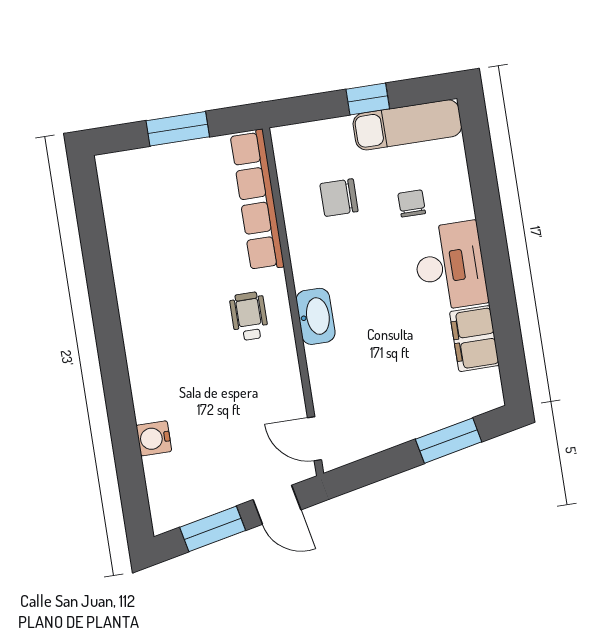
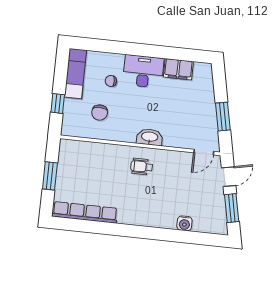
window: (368, 99) -> (58, 103), moved
row of seats: (257, 200) -> (85, 212), moved, turned 180
window: (449, 441) -> (223, 117), moved

